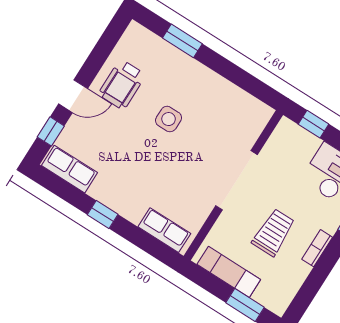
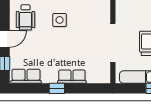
doorway: (237, 180) -> (113, 43), moved
row of seats: (164, 230) -> (72, 77), moved

